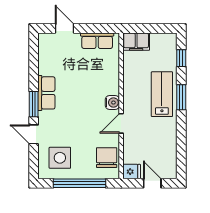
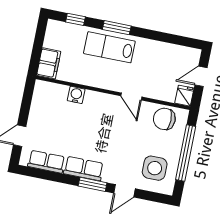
row of seats: (97, 41) -> (46, 162), moved, turned -90
water cooler: (112, 103) -> (76, 95), moved

